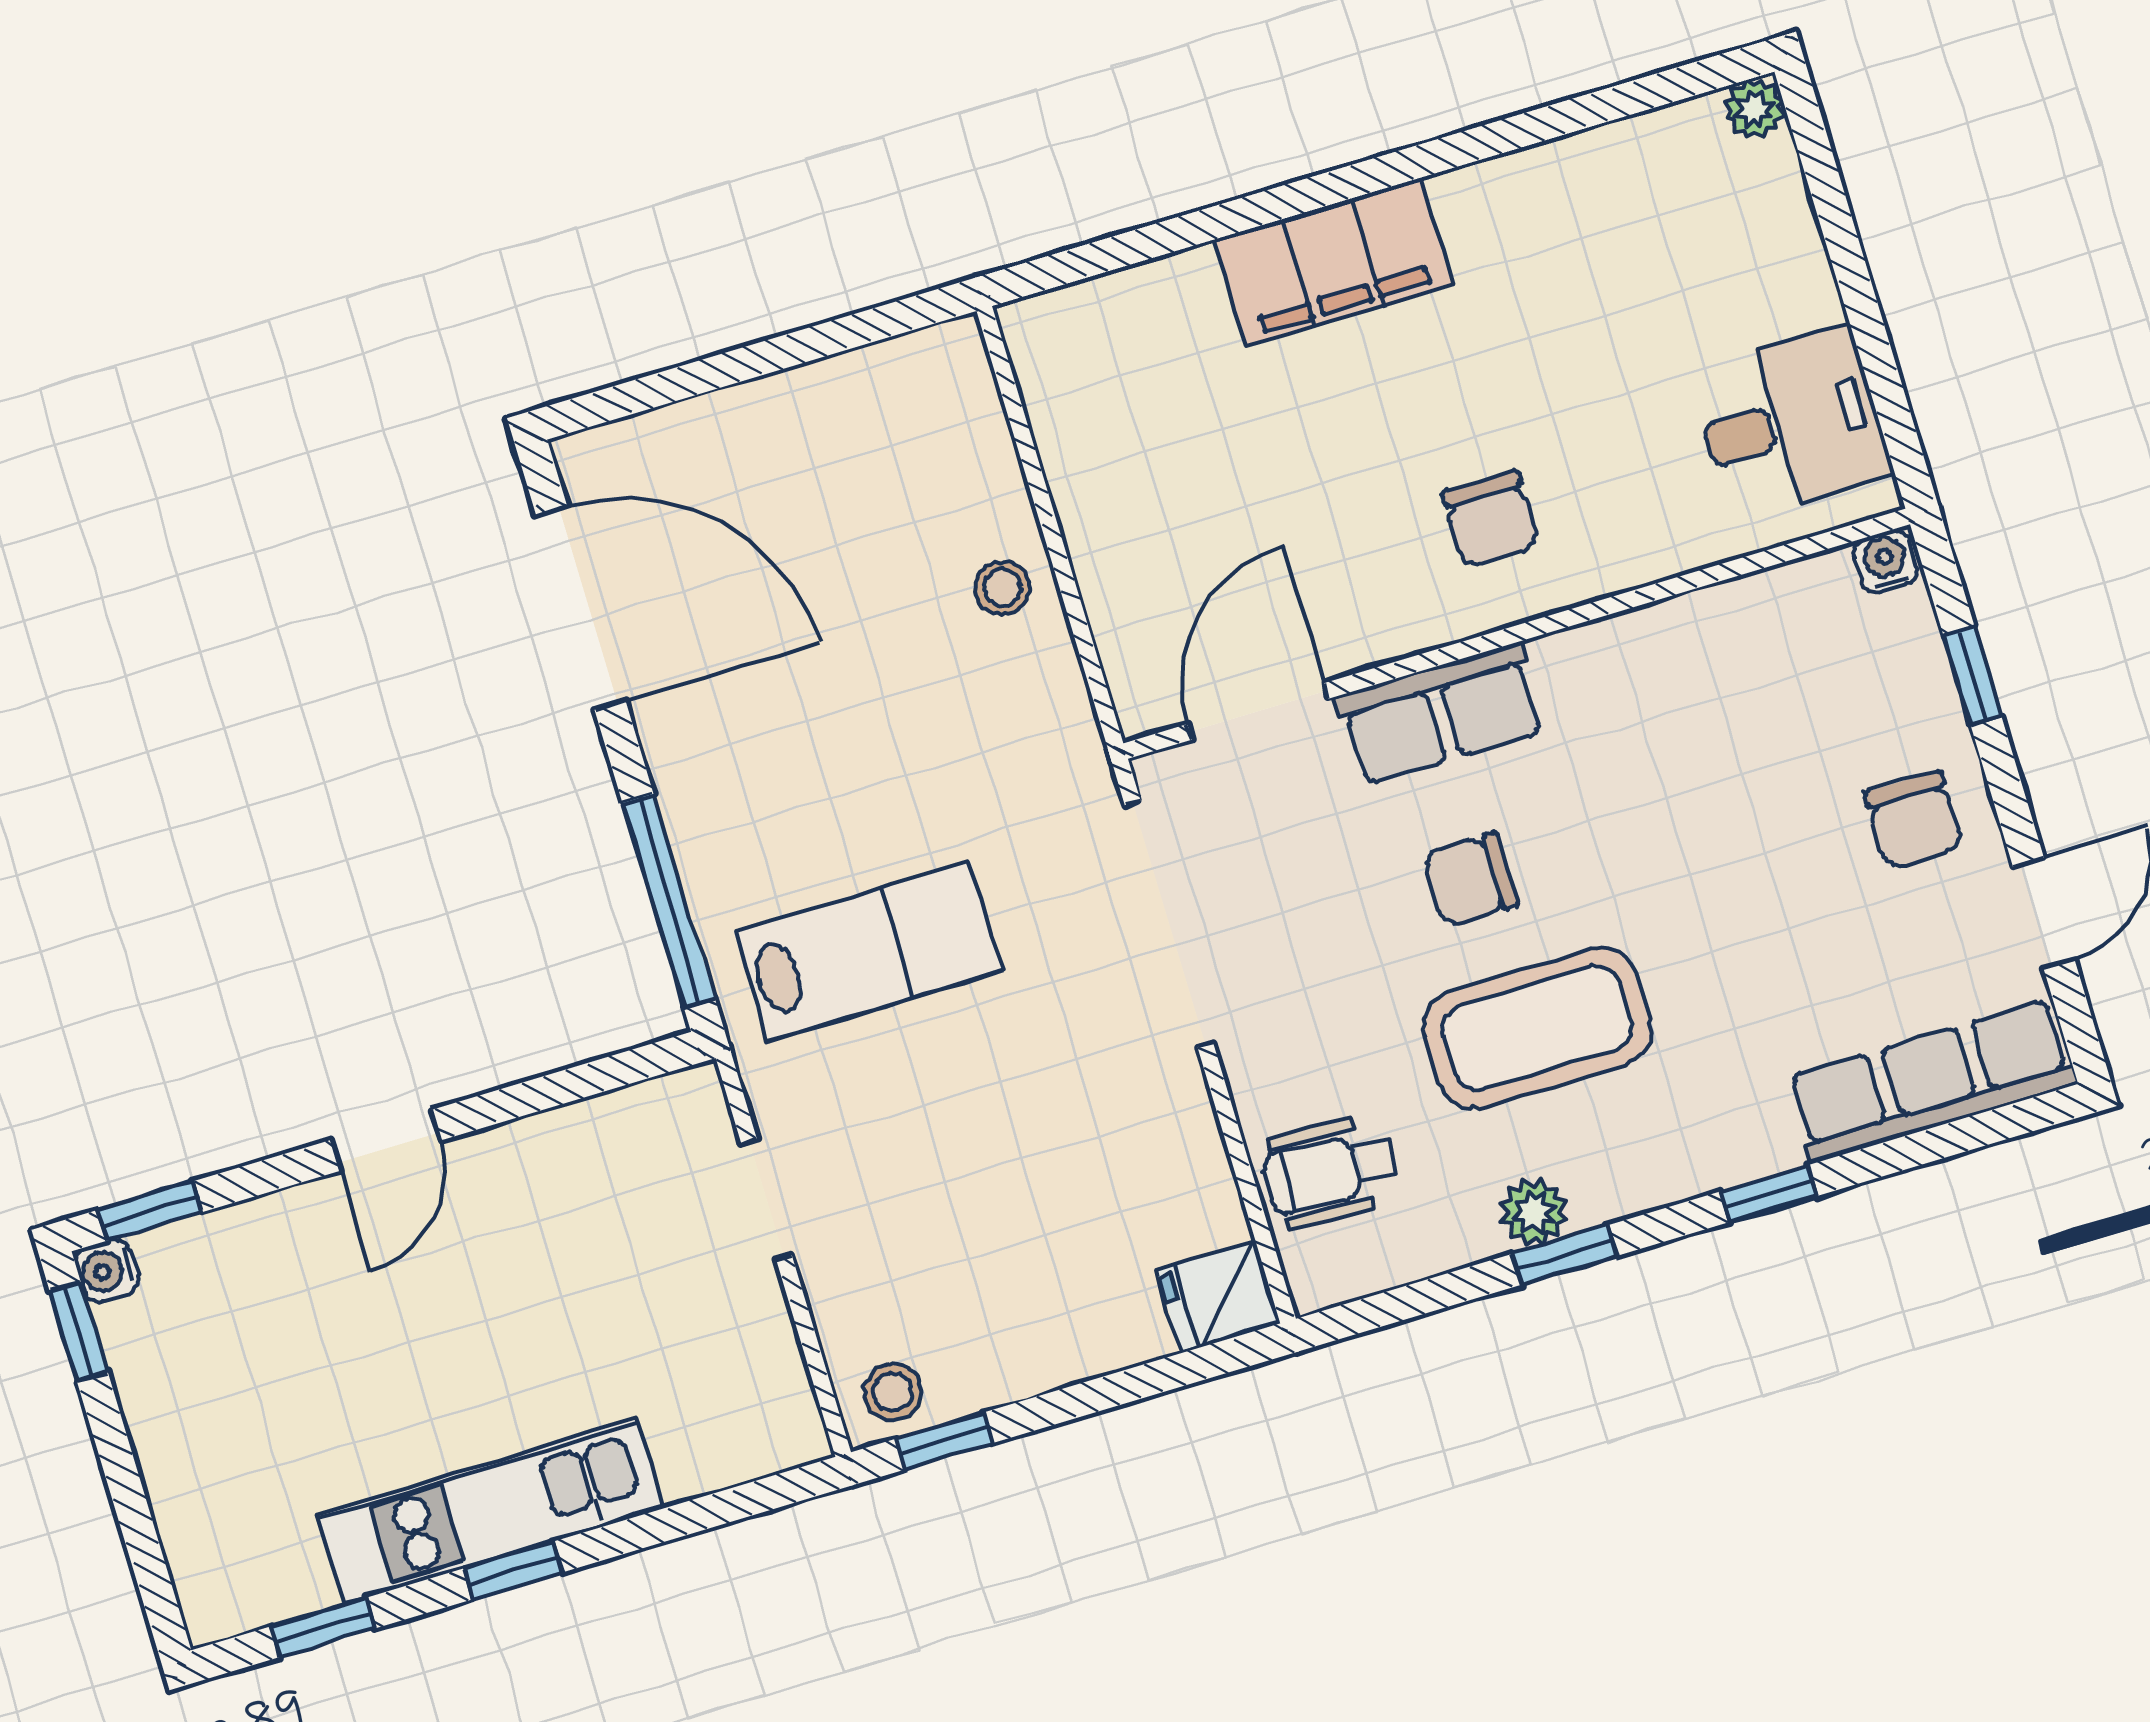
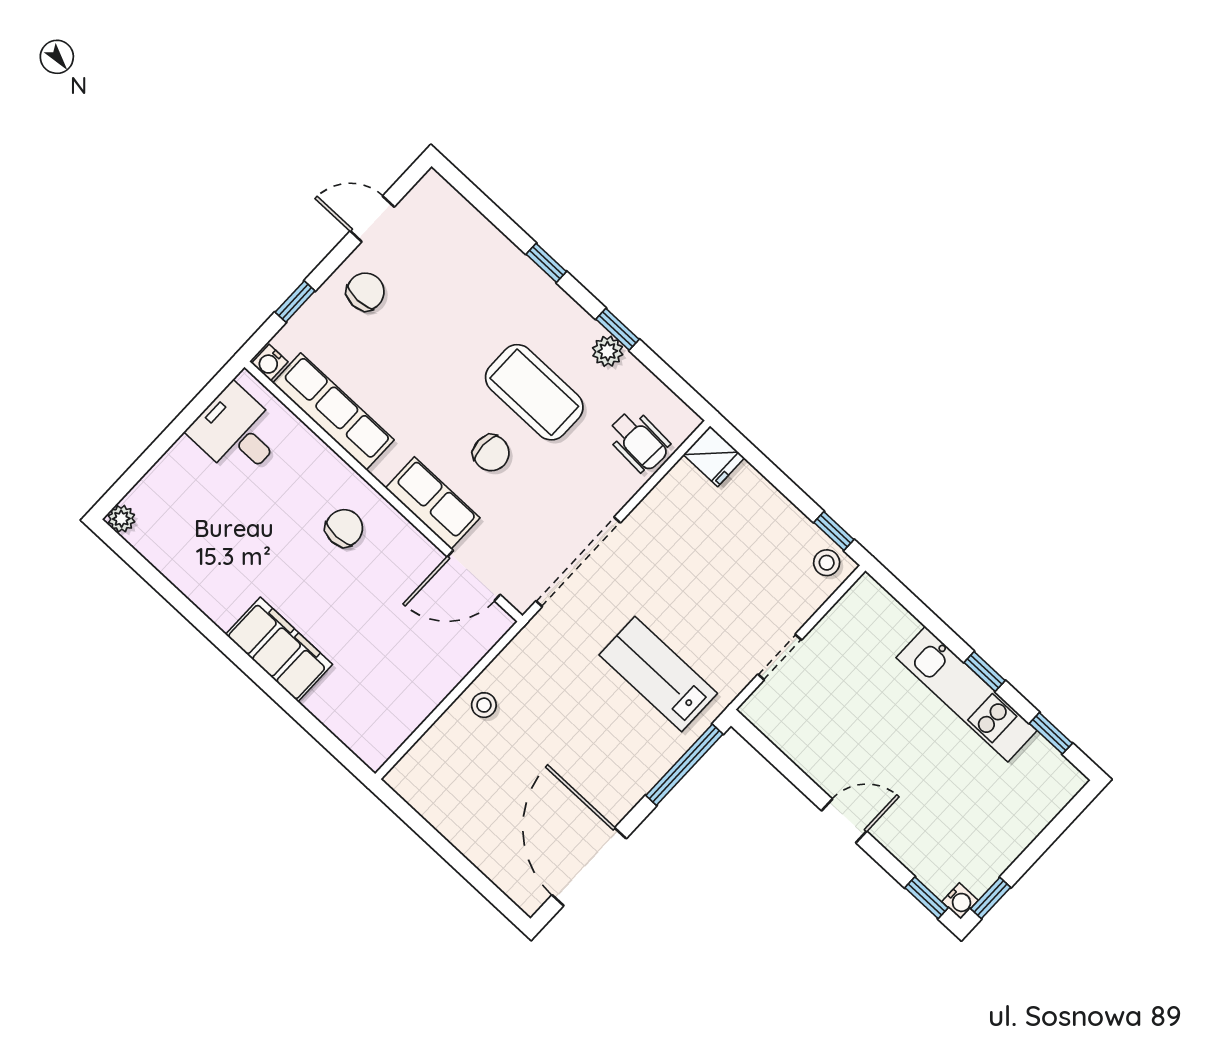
row of seats: (1931, 1081) -> (333, 411), moved, turned 180

